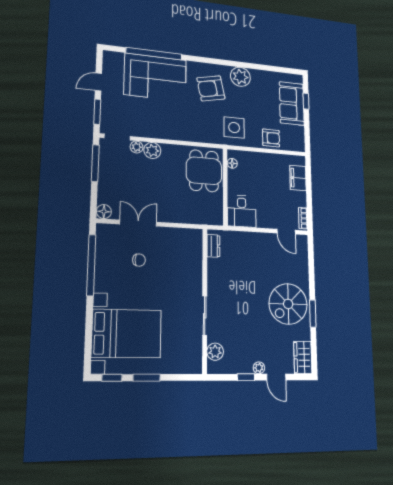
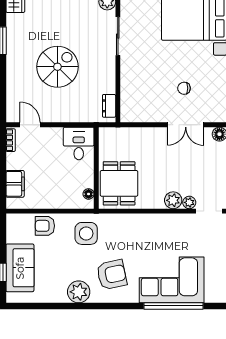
spiral stairs: (288, 304) -> (57, 67), moved

